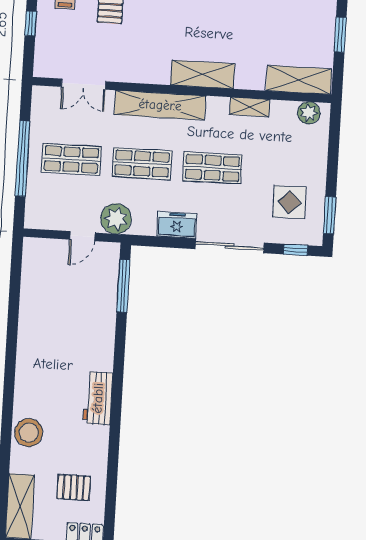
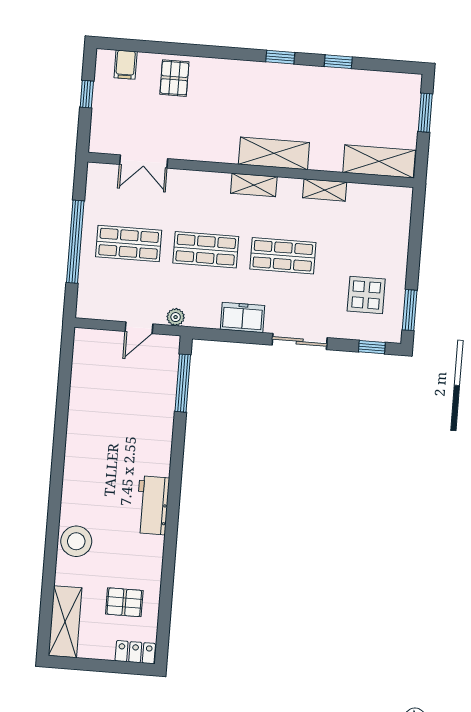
shelving: (160, 105) -> (254, 185), width x0.45, depth x0.75
plant: (309, 113) -> (389, 198), removed
plant: (116, 219) -> (176, 317), width x0.53, depth x0.53
sliding door: (229, 246) -> (300, 341), width x0.73

